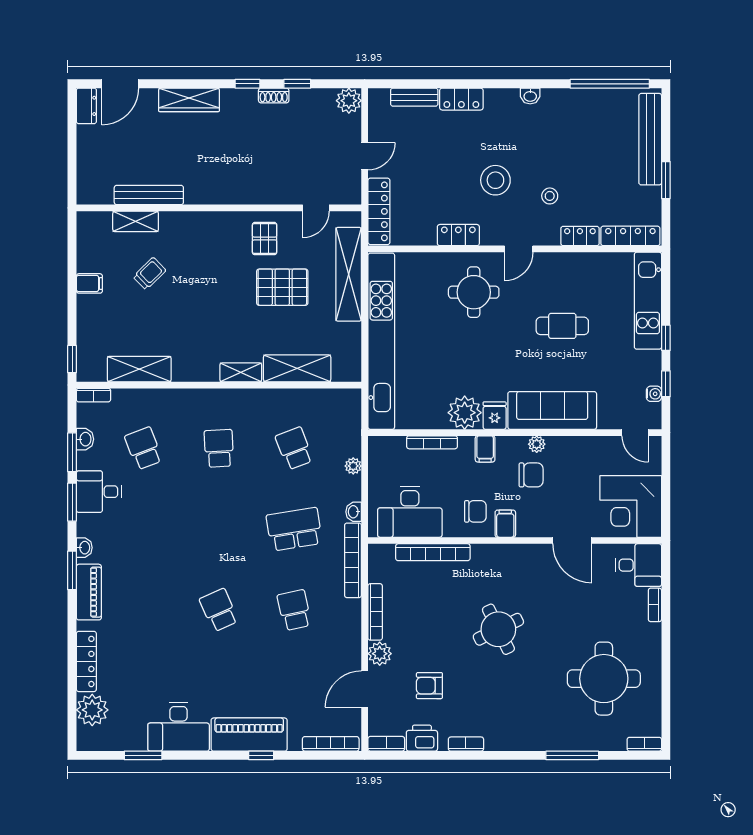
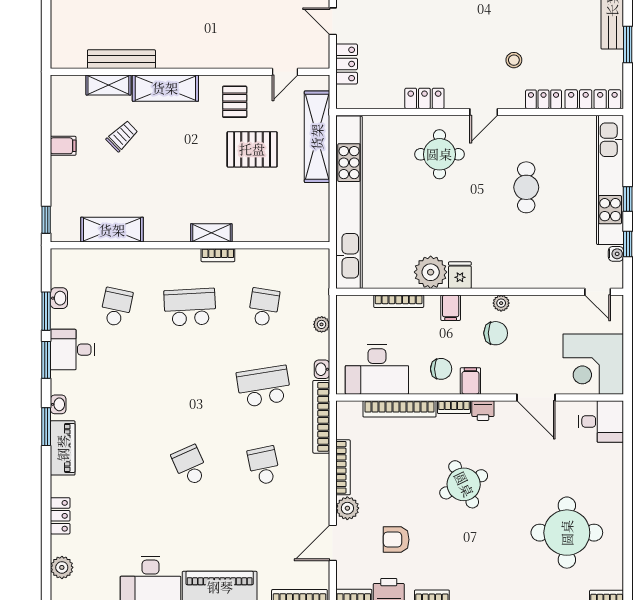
door: (365, 156) -> (333, 21), swing flipped
stool: (495, 180) -> (461, 45), removed
locker: (379, 211) -> (347, 64), width x0.66
kitchen unit: (648, 301) -> (610, 180), width x1.36
cafe table: (562, 326) -> (526, 187), turned 90
shelving: (297, 368) -> (165, 88), moved
bookcase: (93, 395) -> (218, 255), moved
sofa: (552, 410) -> (516, 270), removed
school desk: (144, 448) -> (116, 307), turned 33
school desk: (219, 448) -> (190, 307), width x1.85
school desk: (294, 448) -> (264, 307), turned 30
printer: (518, 554) -> (483, 411), added
bookcase: (655, 605) -> (454, 407), moved, turned -90
locker: (86, 661) -> (60, 516), width x0.66
plant: (92, 710) -> (62, 567), width x0.73, depth x0.73

